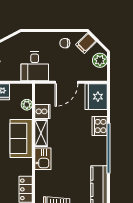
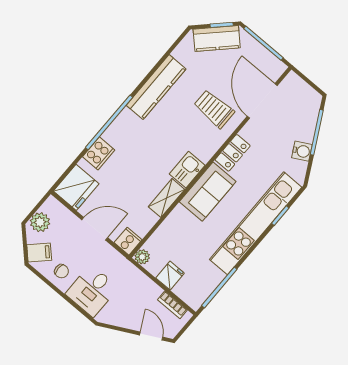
desk: (35, 66) -> (92, 291), moved, turned 180
plant: (27, 105) -> (142, 257), moved
cooker: (42, 111) -> (128, 241), moved, turned 90
sofa: (21, 138) -> (208, 192), moved

